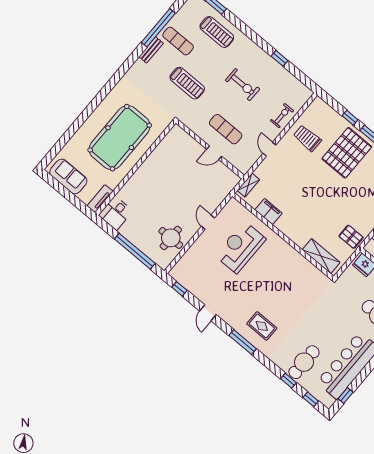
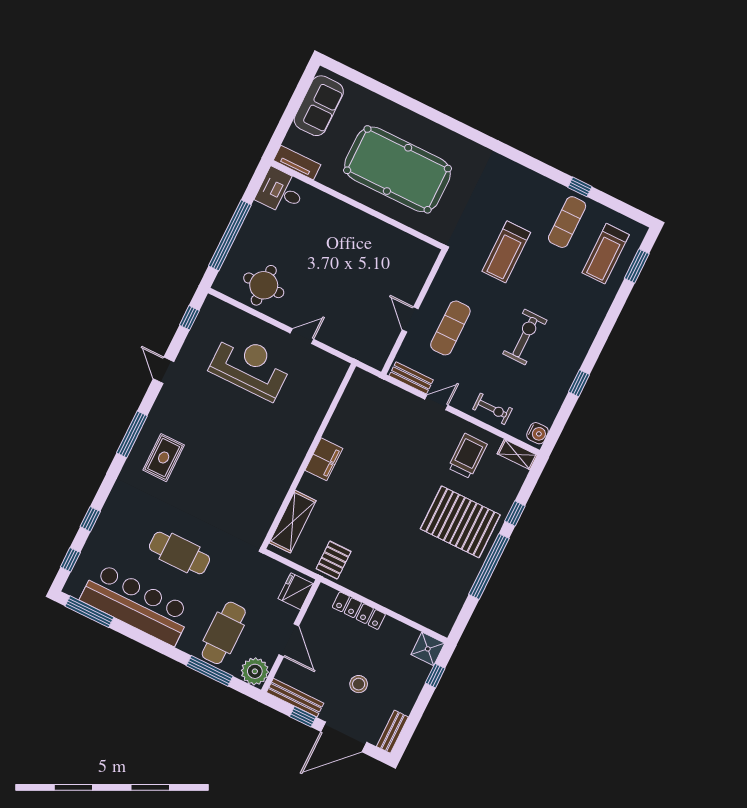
window: (158, 28) -> (580, 187), width x0.32
treadmill: (217, 32) -> (606, 254), moved
bench: (151, 50) -> (411, 378), moved
exercise bike: (243, 85) -> (525, 337), turned 180
water cooler: (304, 92) -> (538, 433), added
shelving: (248, 185) -> (517, 454), moved
filing cabinet: (268, 211) -> (324, 459), moved
reception desk: (240, 247) -> (250, 366), moved
door: (208, 313) -> (164, 370), hinge flipped
cafe table: (304, 362) -> (179, 553), moved
window: (346, 395) -> (89, 612), width x2.17

